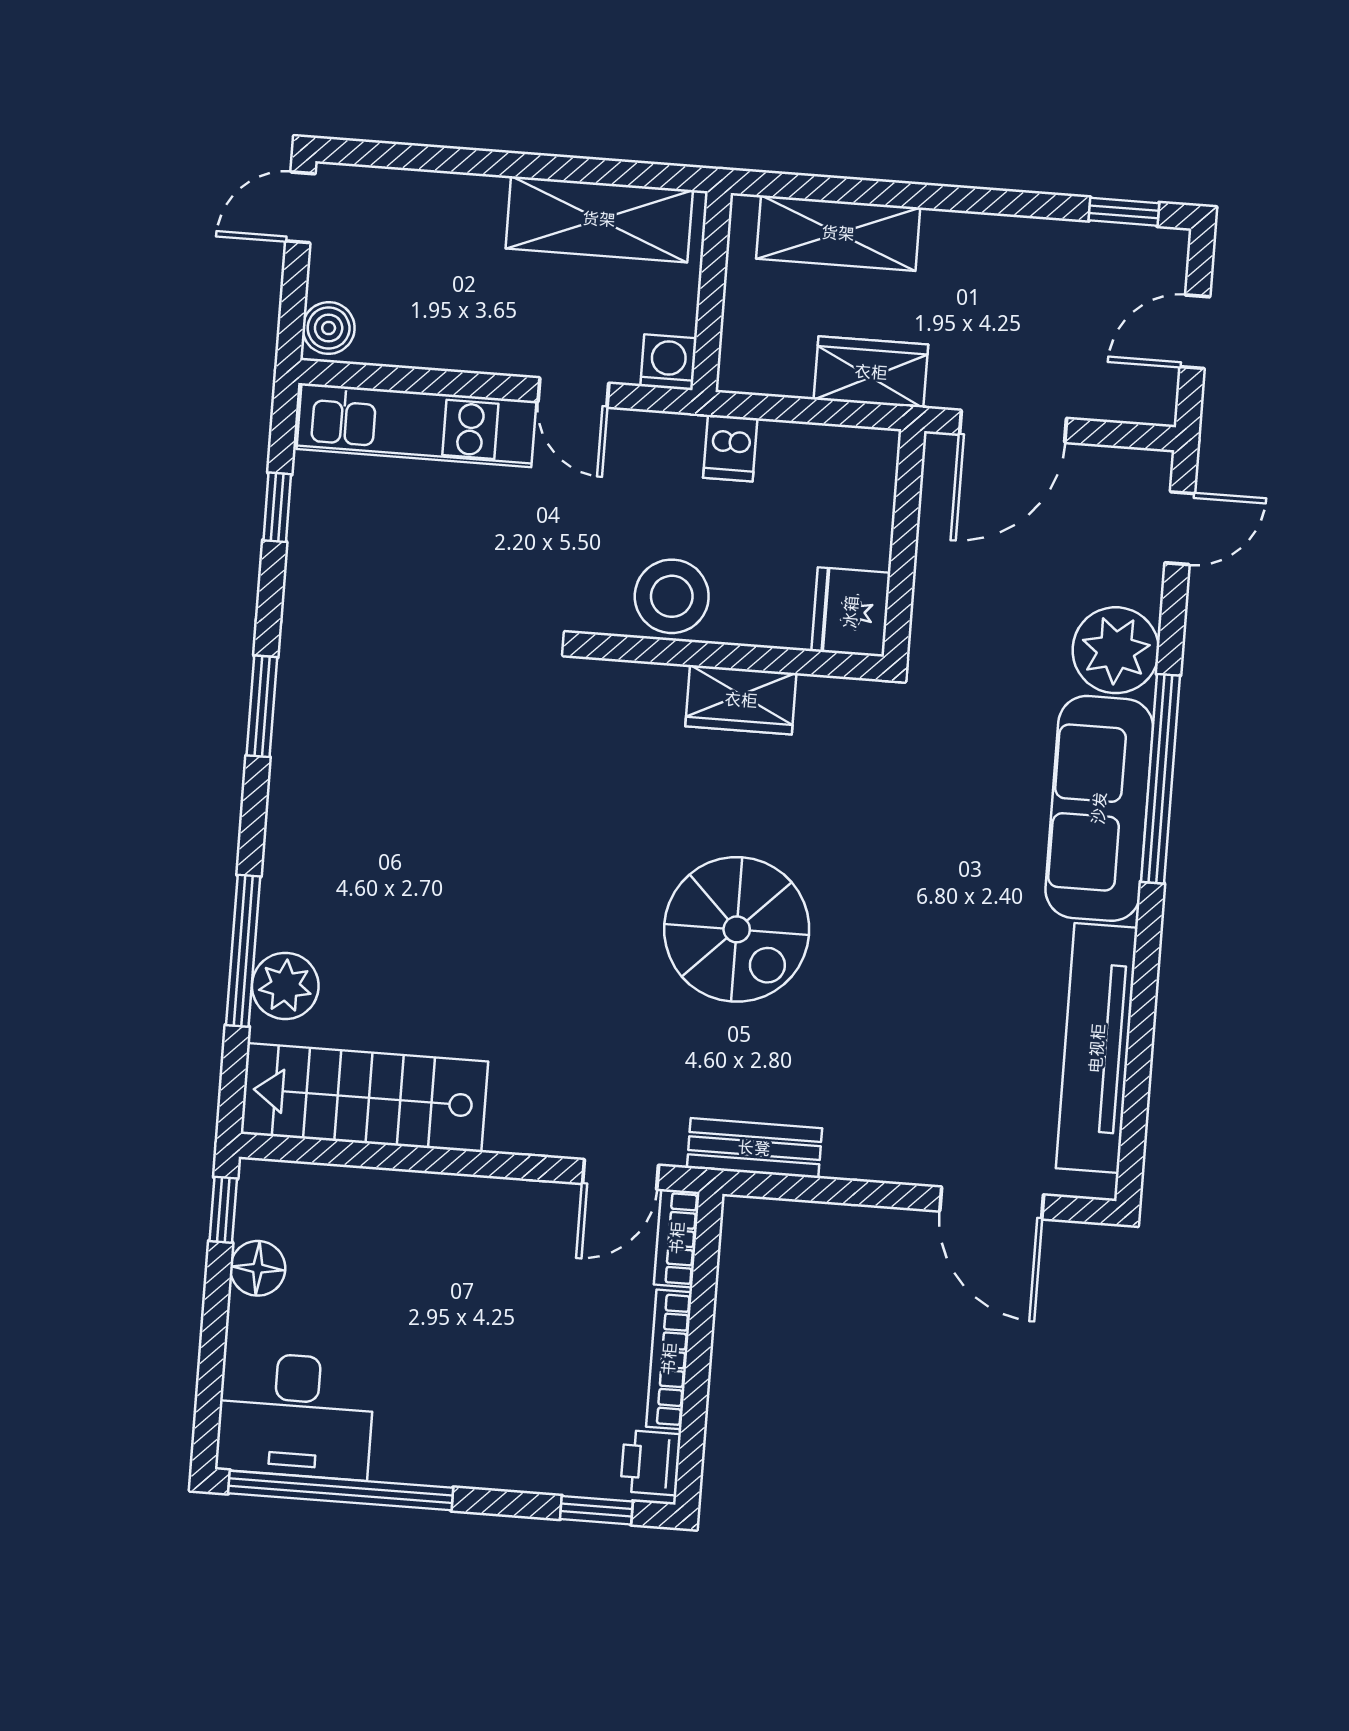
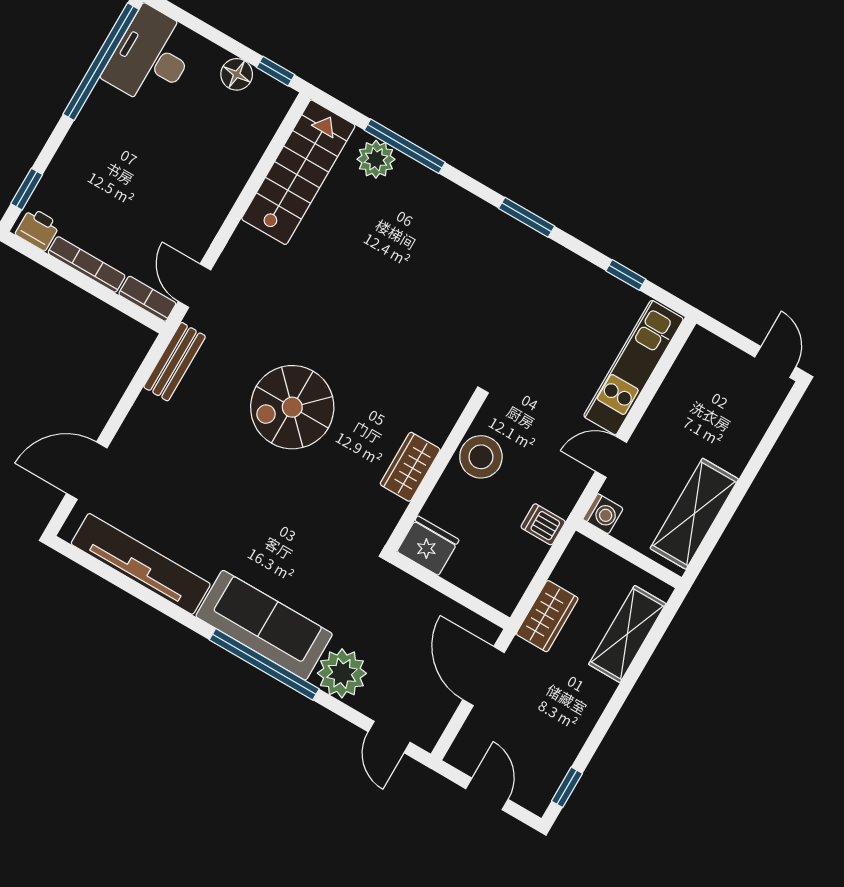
boiler: (329, 328) -> (706, 346), removed

